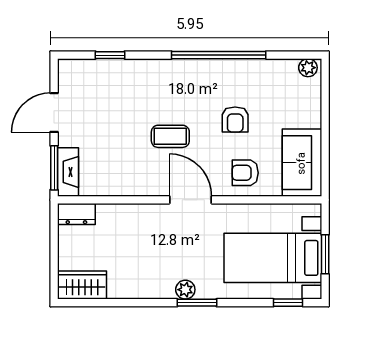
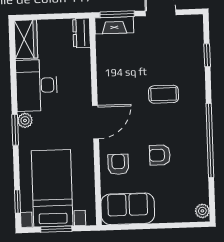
coffee table: (170, 136) -> (164, 94), moved, turned 90
desk: (141, 273) -> (37, 85), added

